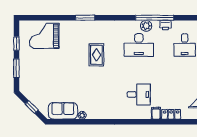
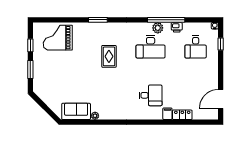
window: (32, 107) -> (45, 108), removed

